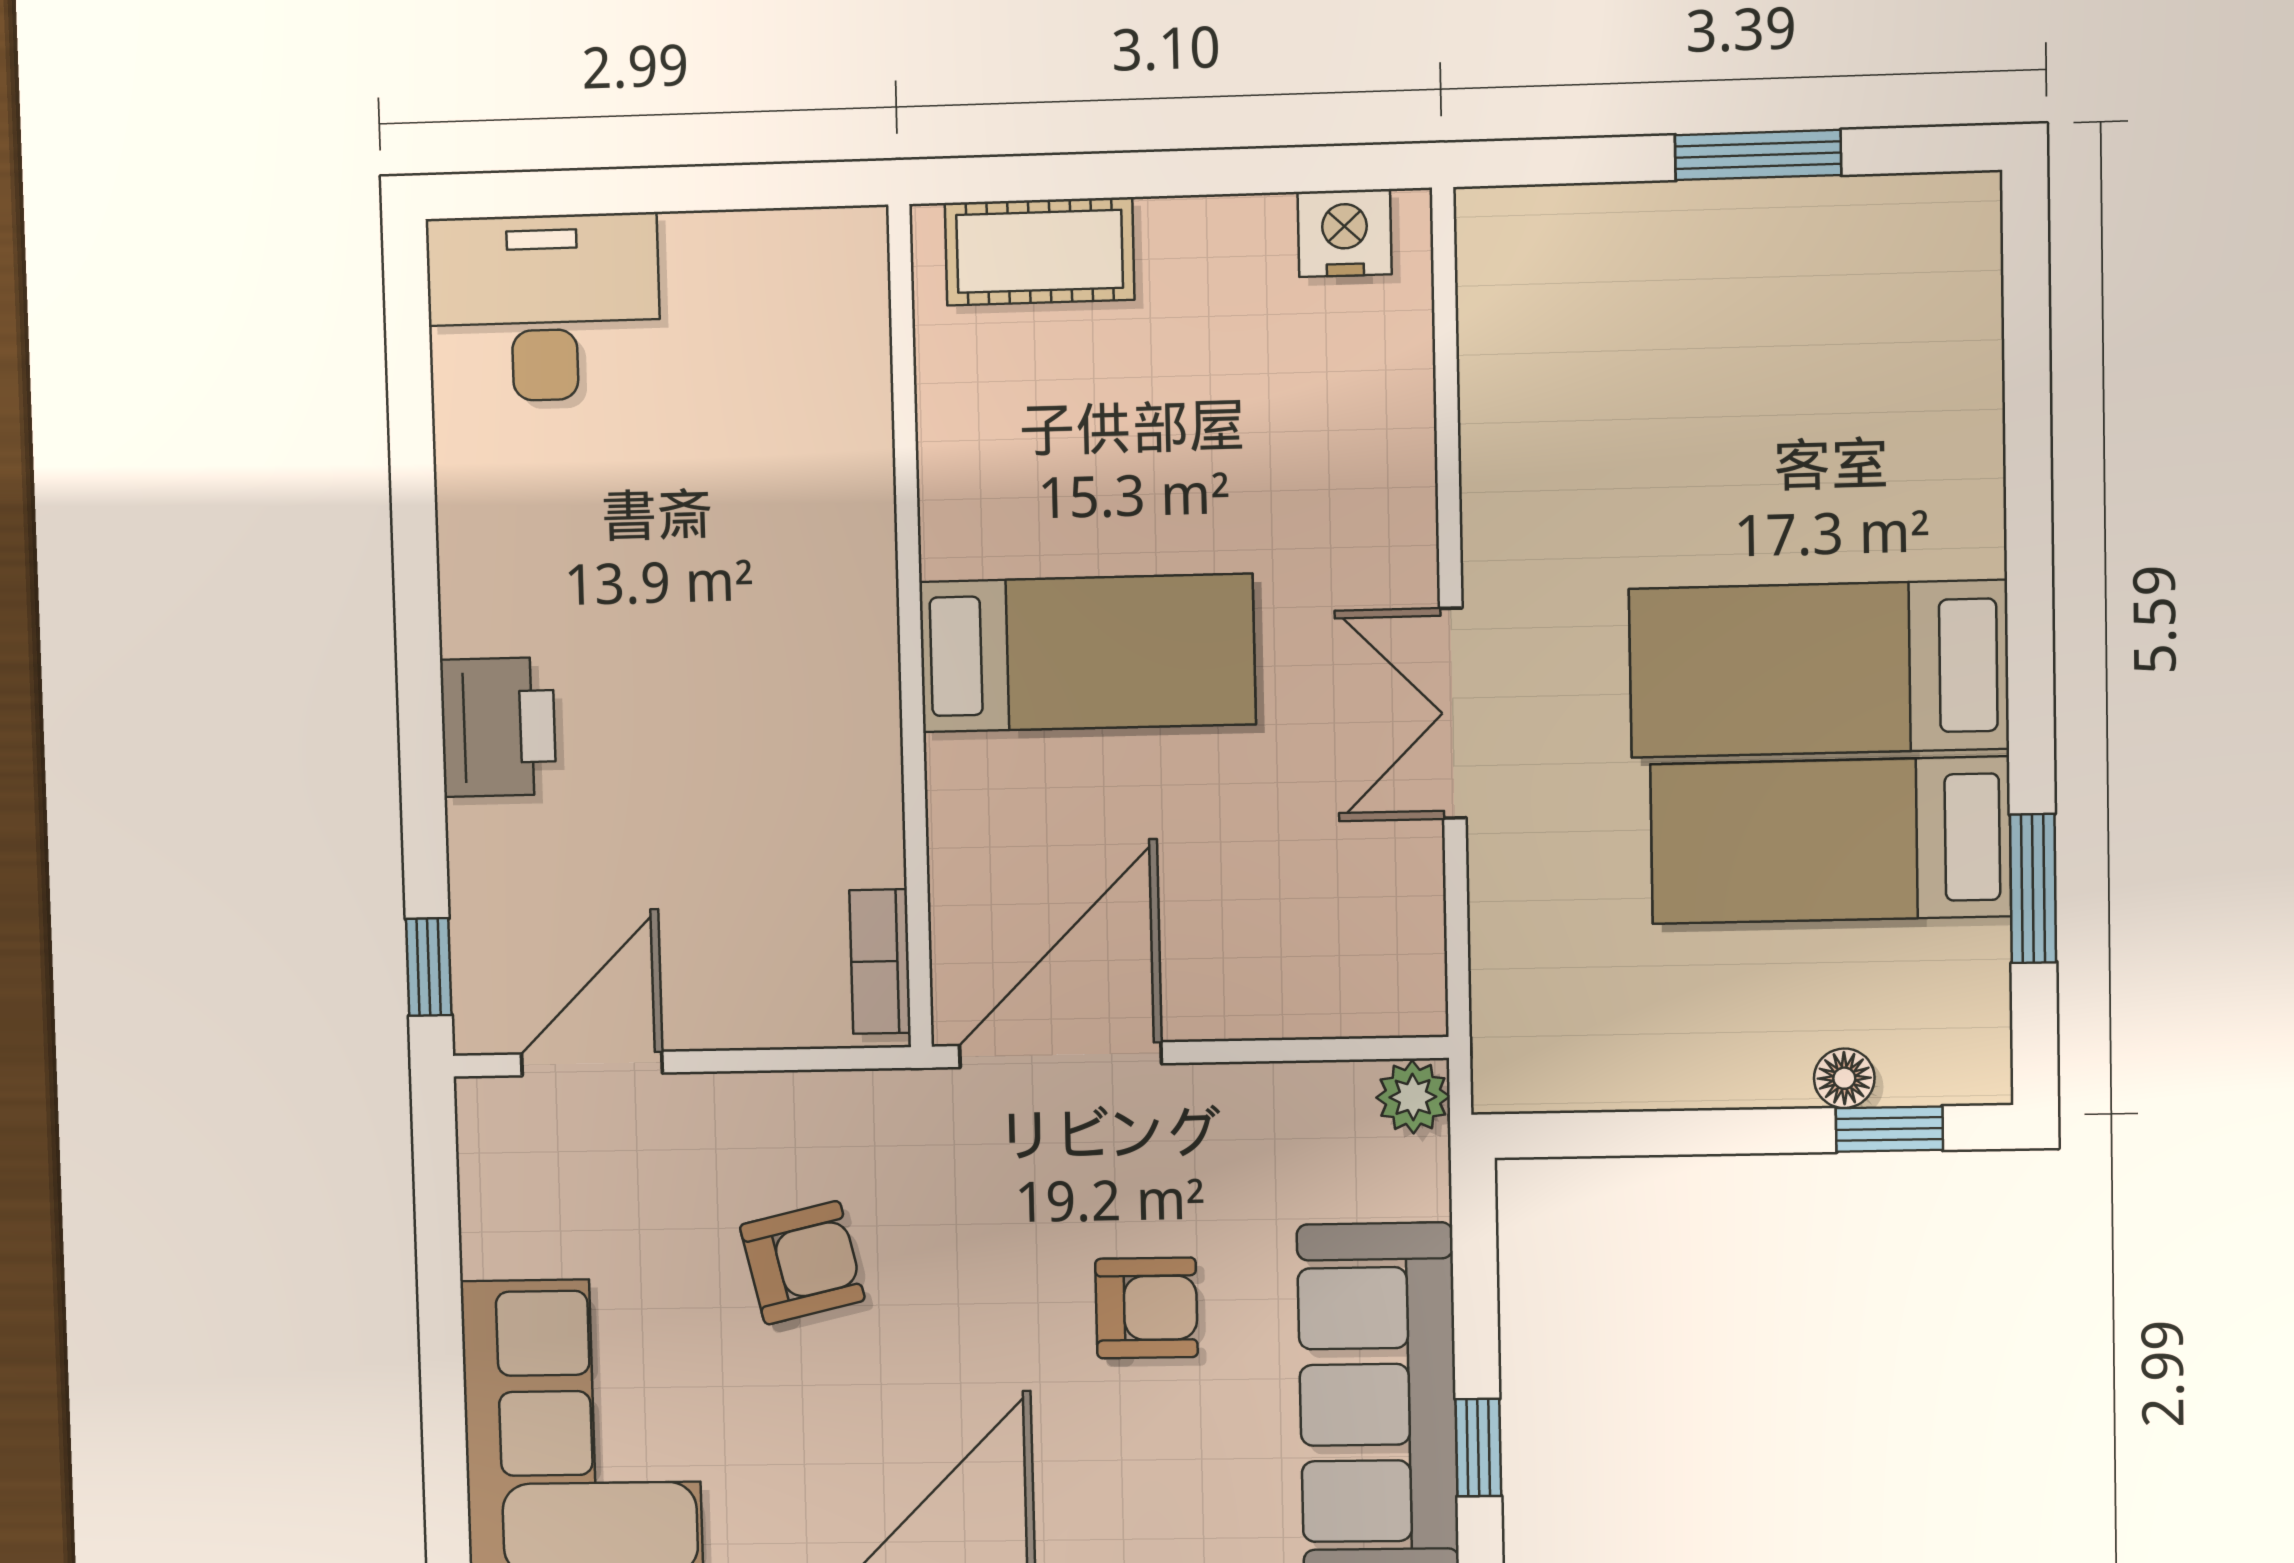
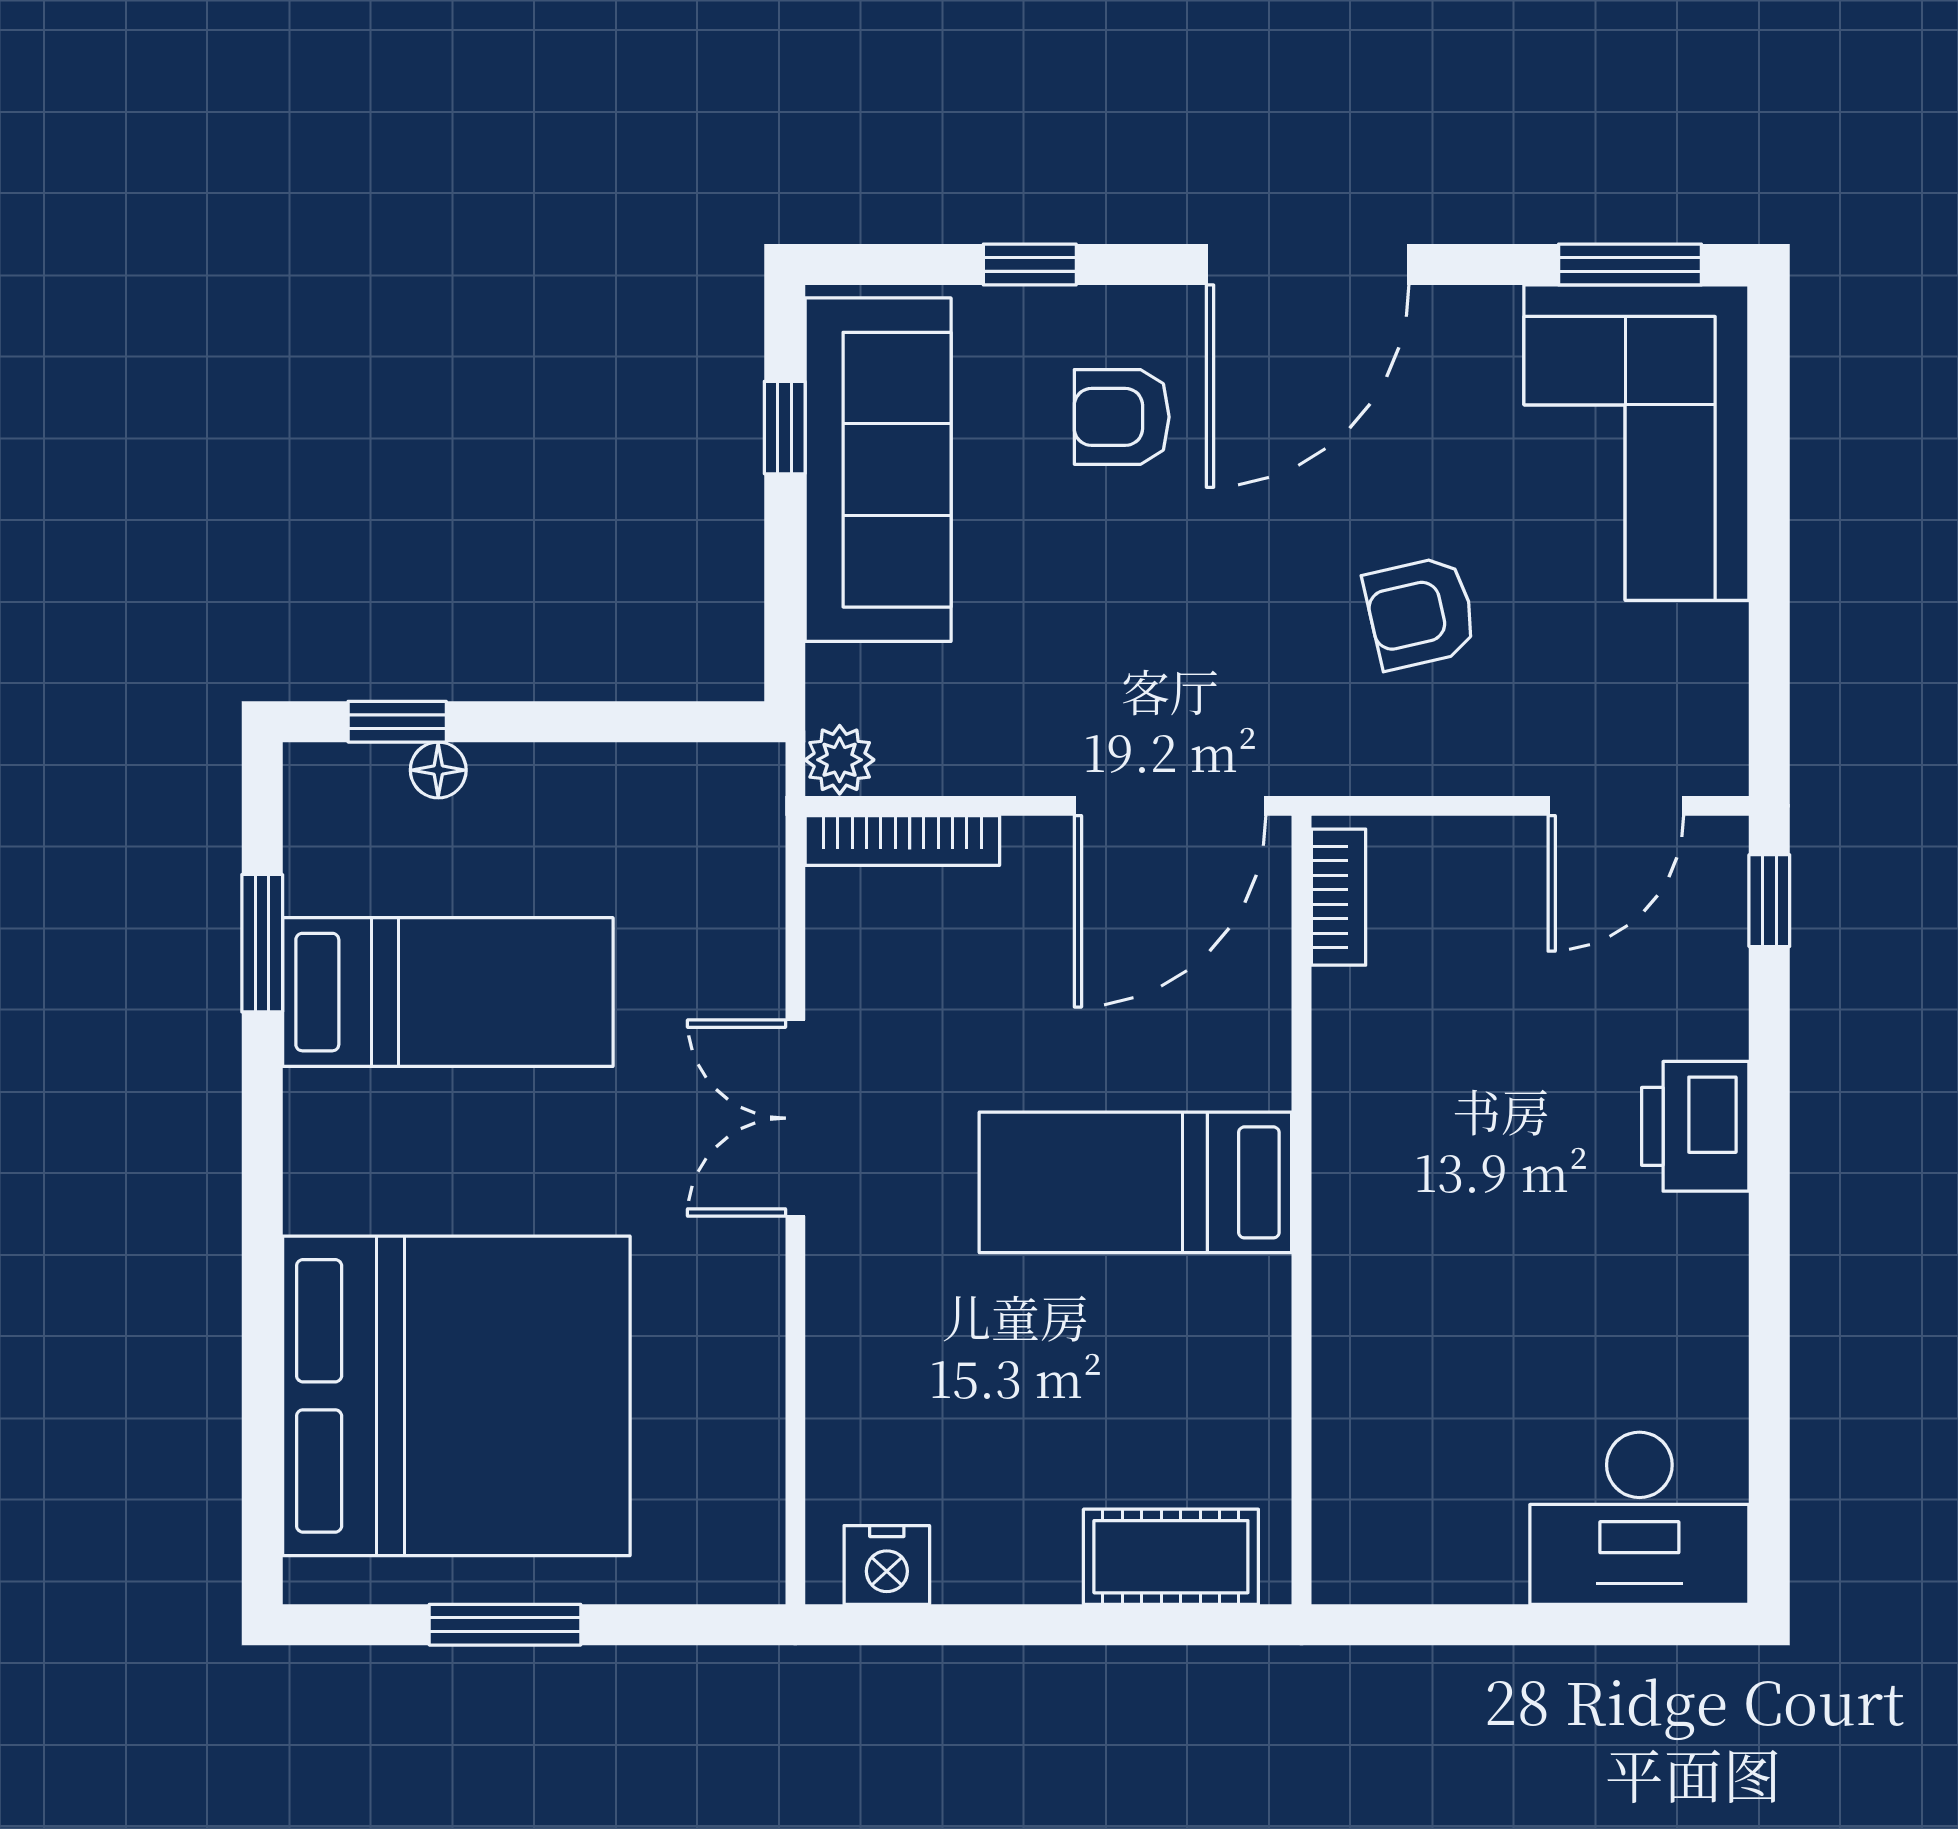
bed: (1819, 669) -> (456, 1396), moved, width x2.04
double door: (1453, 713) -> (795, 1118), swing flipped
bookcase: (1344, 1012) -> (902, 840), added
armchair: (1146, 1308) -> (1122, 417), moved

